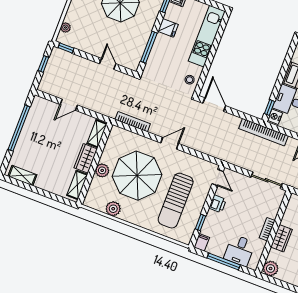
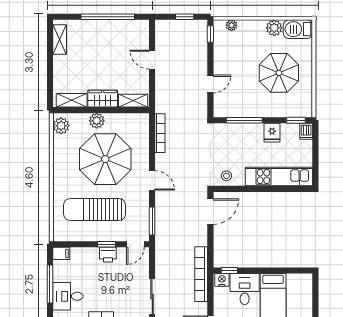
window: (204, 156) -> (152, 221), added
plant: (113, 209) -> (61, 126), moved
window: (201, 222) -> (107, 244), moved

